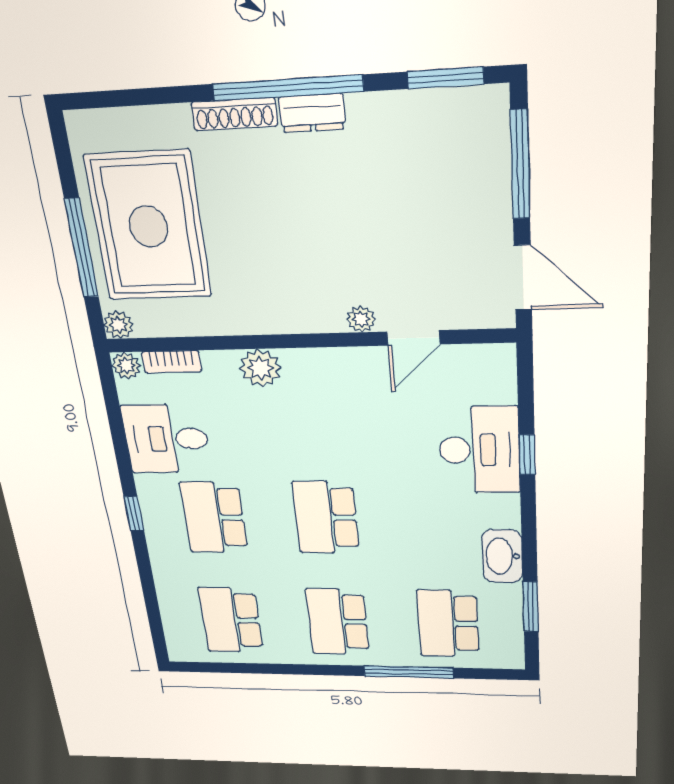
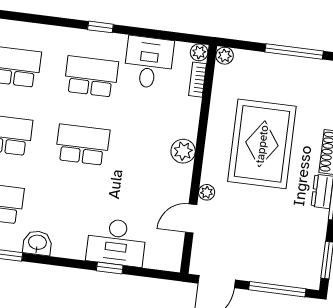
rug: (148, 226) -> (262, 144), moved, turned 90
window: (82, 248) -> (294, 51), moved
door: (414, 338) -> (191, 219), hinge flipped
plant: (260, 368) -> (183, 151), moved
washbasin: (502, 556) -> (37, 243), width x0.72

